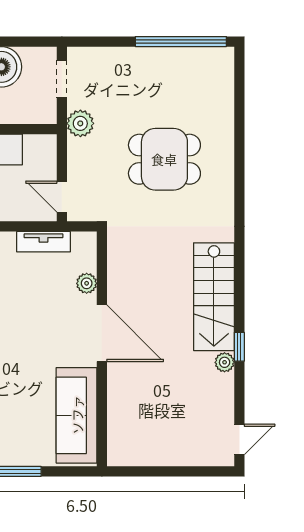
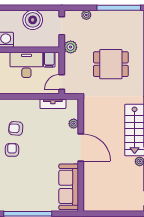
plant: (113, 56) -> (86, 15), added
filing cabinet: (36, 150) -> (49, 60), added
door: (62, 197) -> (62, 82), hinge flipped

